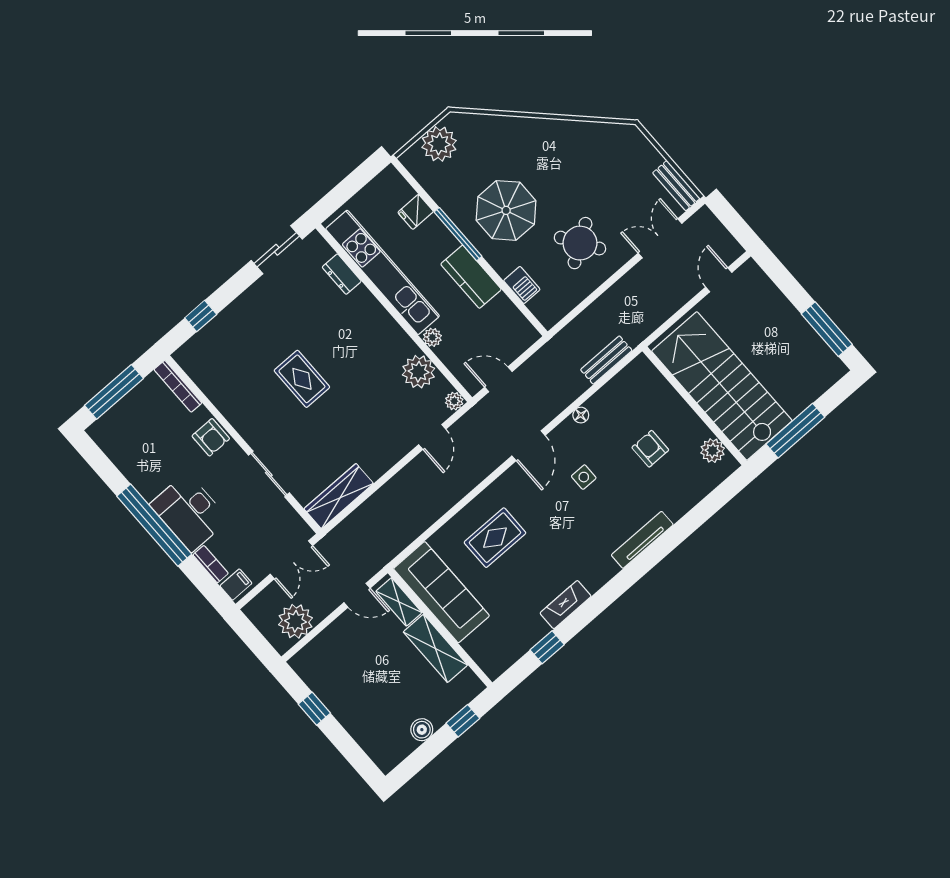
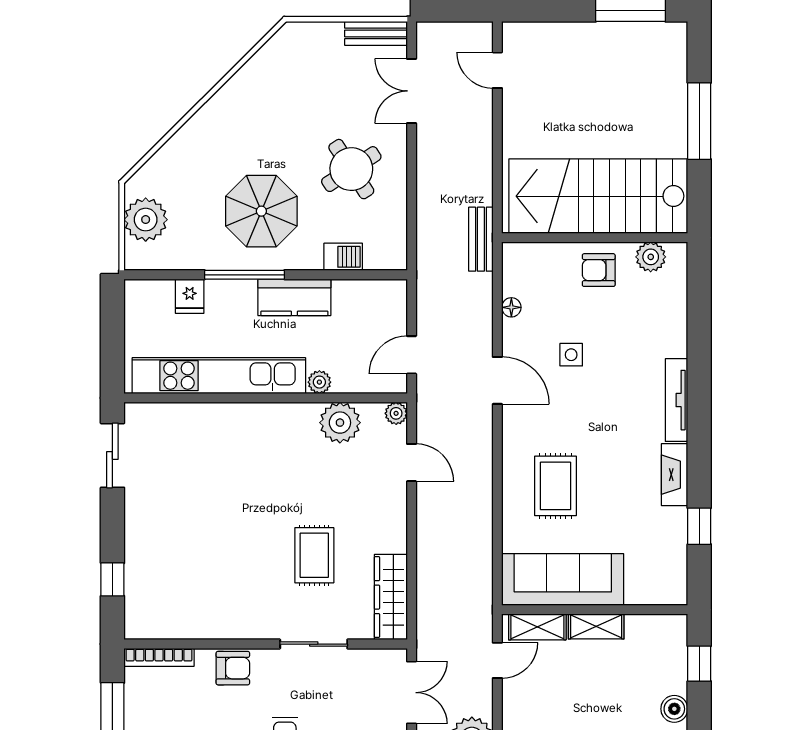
dresser: (342, 274) -> (187, 415), removed
rug: (302, 379) -> (314, 555), moved, turned 90
stairs: (722, 386) -> (598, 196), moved
wall: (694, 406) -> (595, 238), moved
plant: (713, 451) -> (651, 257), moved
tv unit: (642, 540) -> (677, 400), moved
shelving: (435, 648) -> (596, 626), width x0.67, depth x0.75

